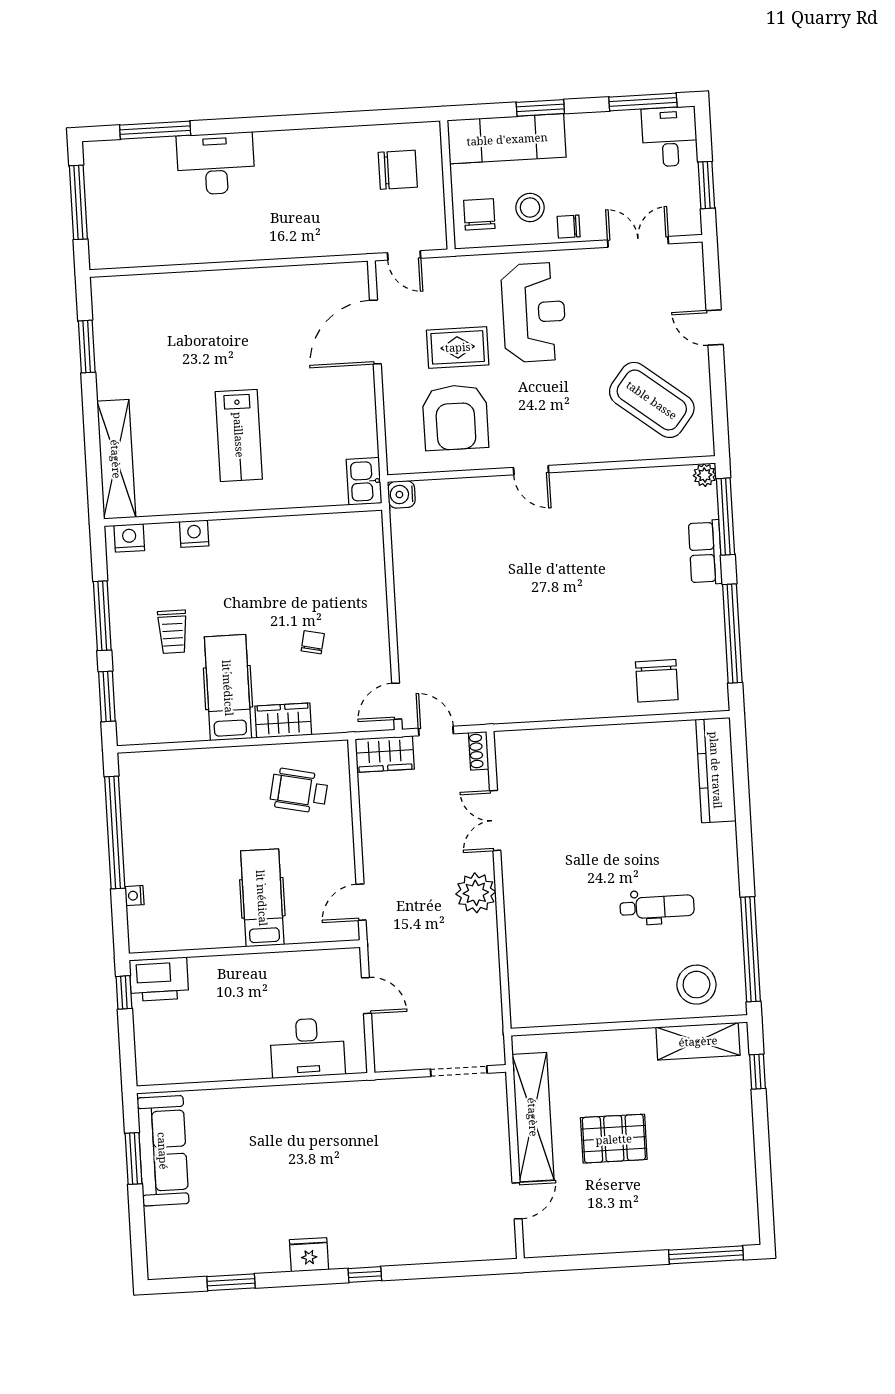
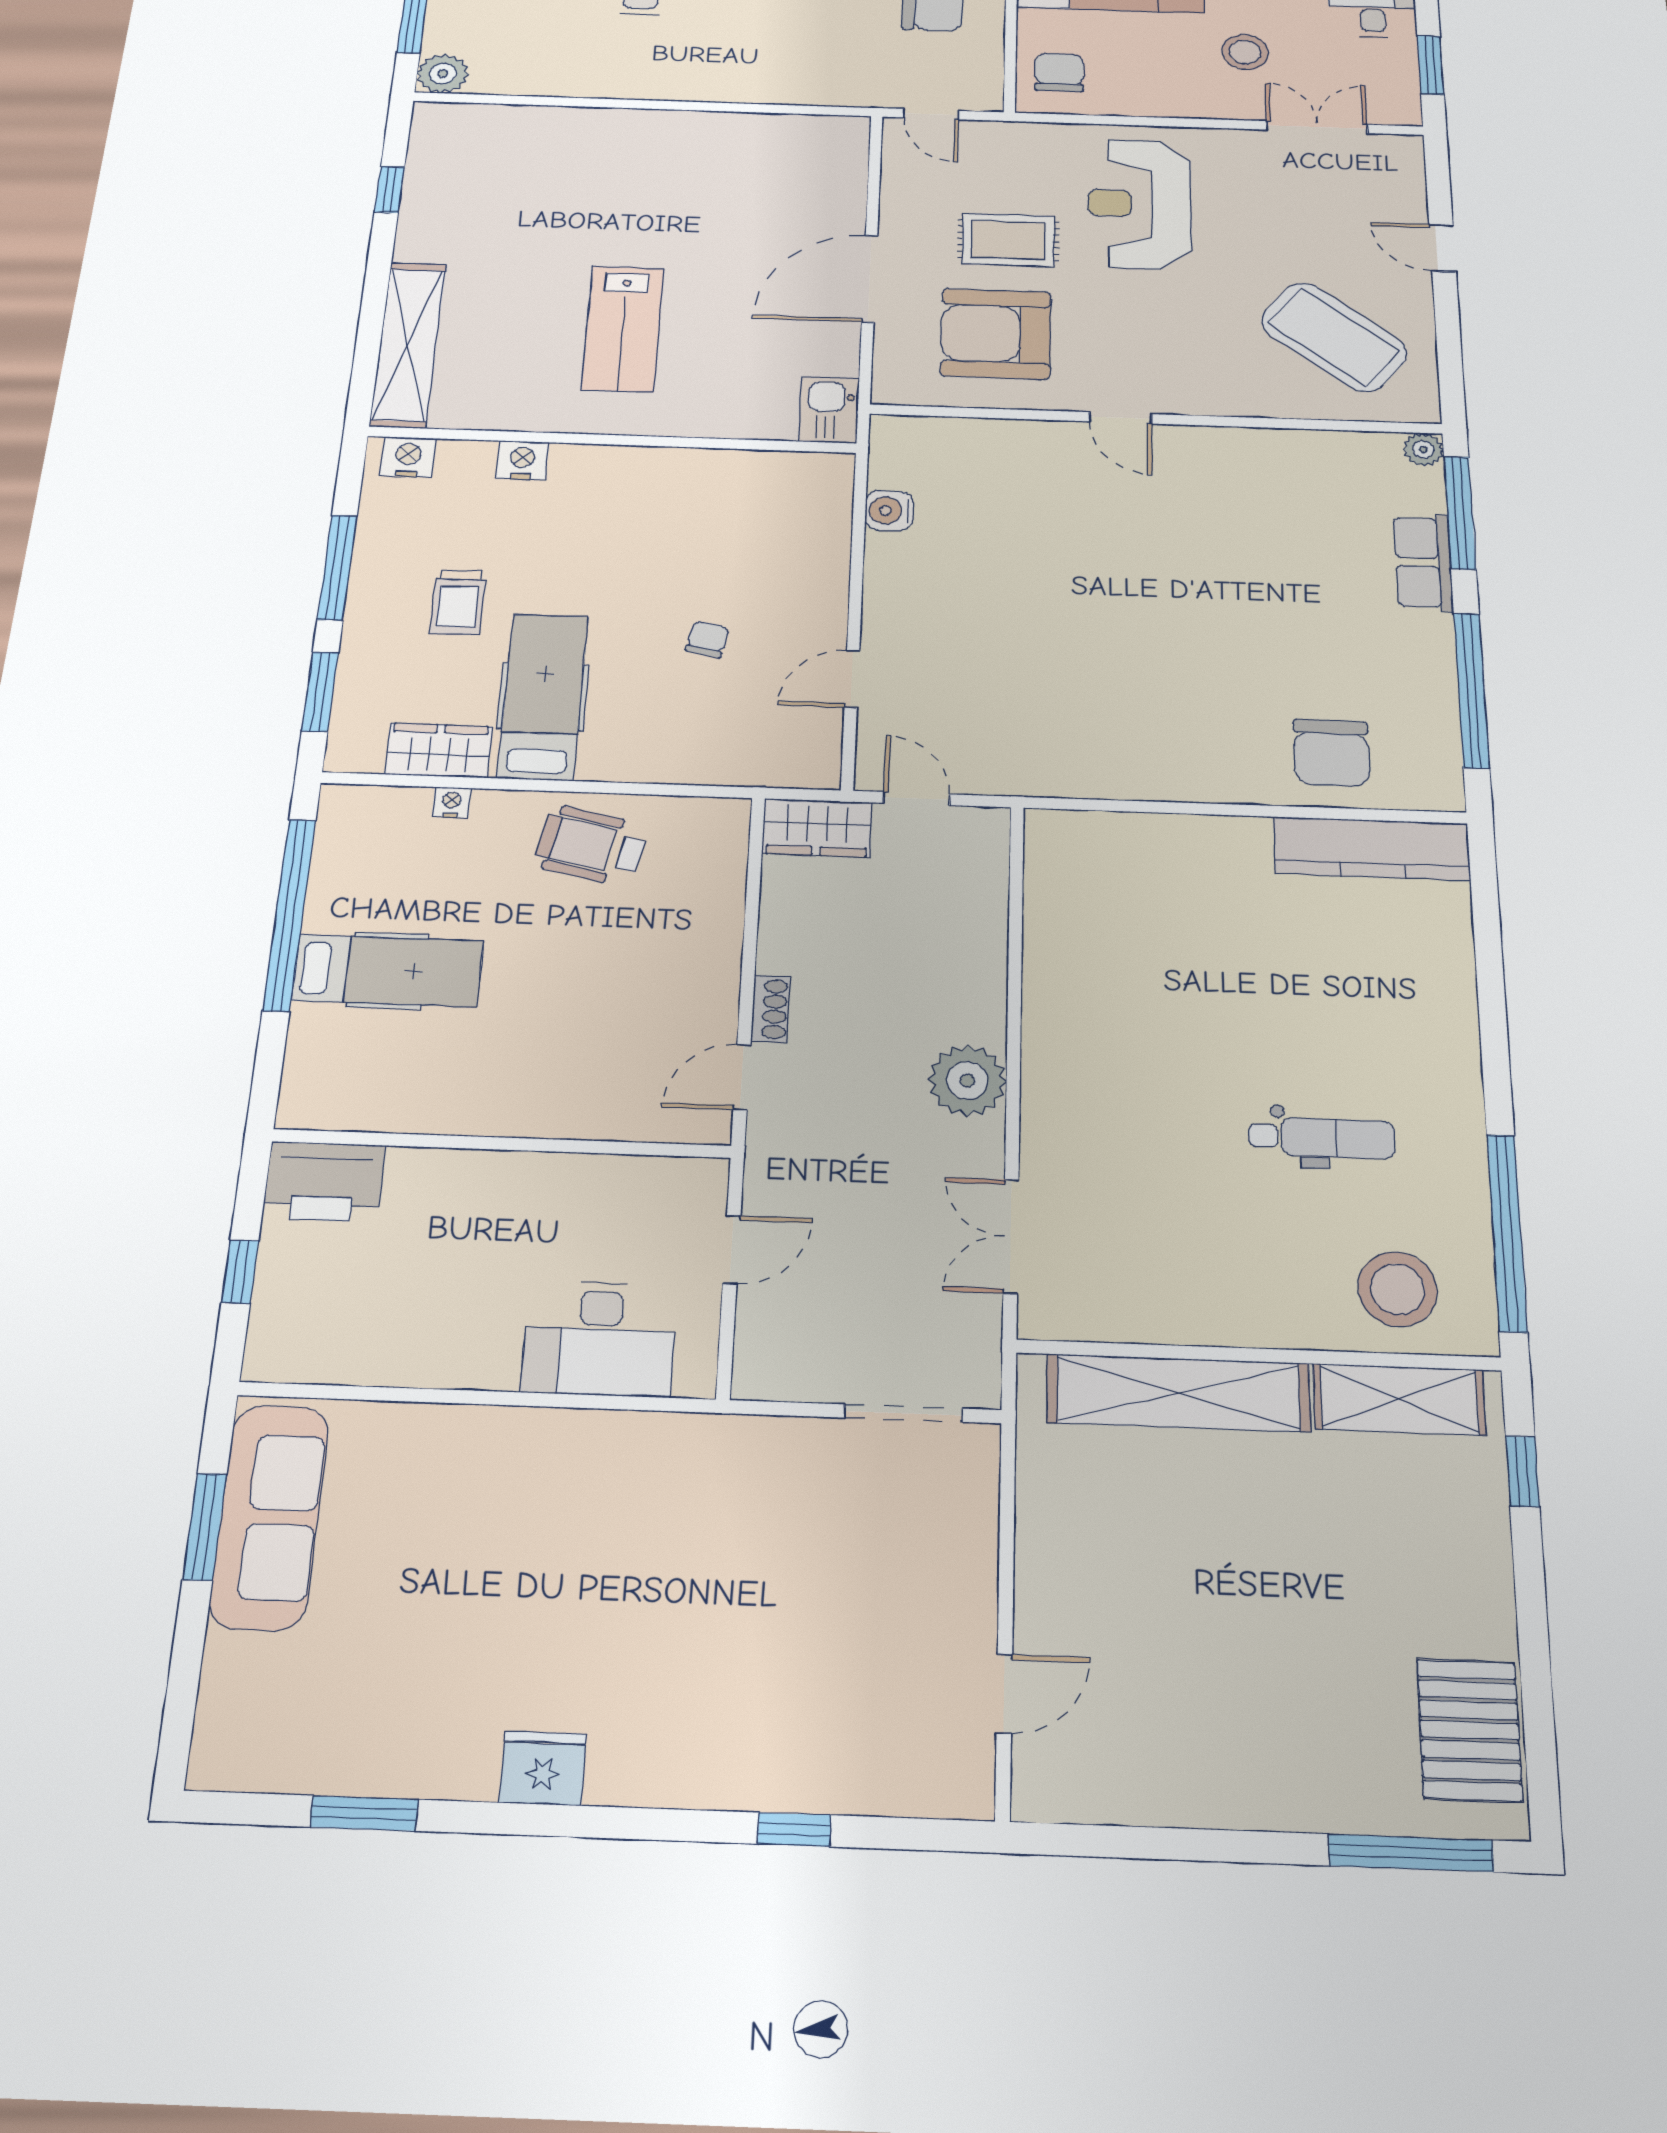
stool: (530, 208) -> (1245, 52), moved
chair: (569, 227) -> (1204, 99), removed
plant: (104, 254) -> (443, 74), added
reception desk: (534, 312) -> (1140, 204), turned 180
door: (375, 332) -> (870, 279), moved
window: (87, 347) -> (389, 189), width x0.67
armchair: (455, 417) -> (996, 334), turned 90
water cooler: (402, 494) -> (889, 511), moved
door: (397, 701) -> (852, 679), moved
wardrobe: (283, 720) -> (439, 750), moved
shoe rack: (479, 751) -> (770, 1009), moved, turned 180
kitchen counter: (716, 770) -> (1372, 849), moved, turned -90
wheelchair: (299, 791) -> (591, 846), moved
double door: (495, 821) -> (1011, 1236), moved
nightstand: (134, 896) -> (451, 802), moved, turned 90
hospital bed: (262, 898) -> (388, 971), moved, turned 90
window: (124, 992) -> (240, 1272), moved
door: (366, 996) -> (732, 1250), hinge flipped
shelving: (533, 1117) -> (1178, 1393), moved, turned 90
pallet: (614, 1139) -> (1470, 1730), moved, turned 90
window: (365, 1274) -> (794, 1830), moved

